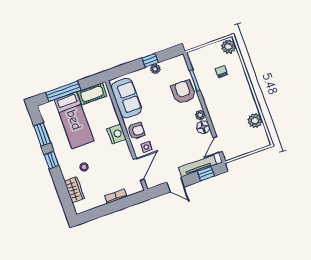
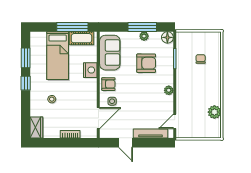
plant: (228, 47) -> (215, 40), removed
window: (150, 60) -> (142, 27), width x2.17
window: (63, 91) -> (72, 27), moved
armchair: (183, 92) -> (146, 63), moved, turned 90
floor lamp: (203, 127) -> (167, 37), moved
nightstand: (116, 134) -> (90, 70), moved
window: (206, 174) -> (155, 143), removed
wardrobe: (74, 190) -> (36, 128), moved

